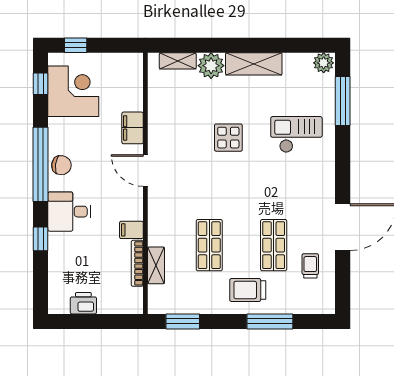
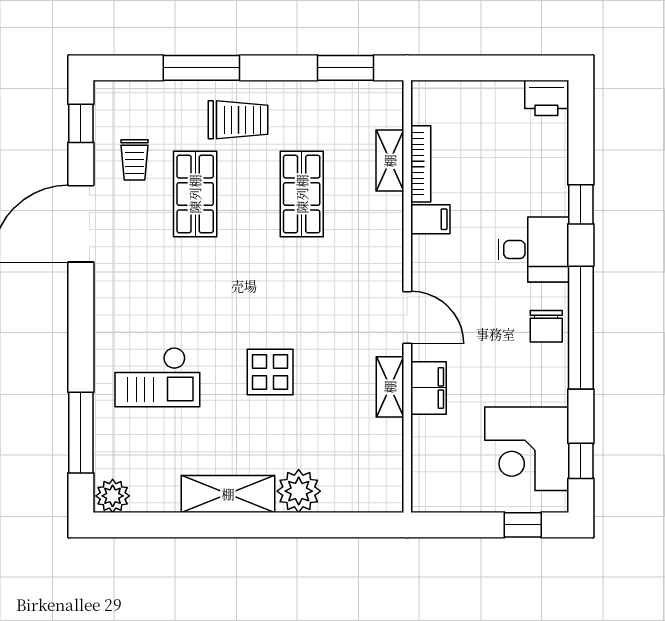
shelving: (178, 61) -> (390, 387), moved, turned 90
chair: (61, 165) -> (546, 326), turned -98
window: (343, 288) -> (81, 123), added
printer: (83, 303) -> (546, 98), moved

